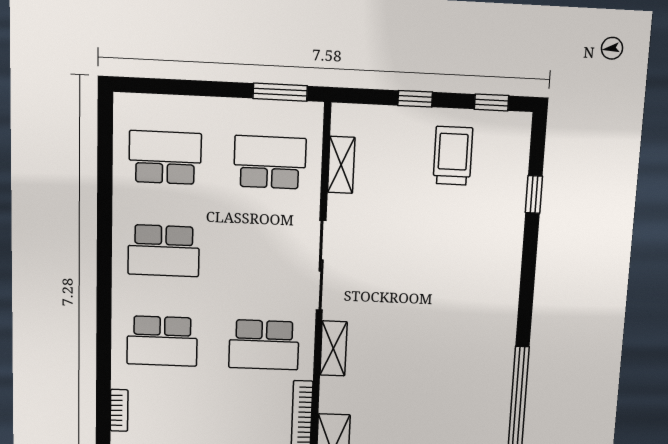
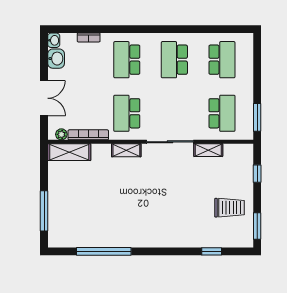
window: (415, 99) -> (257, 174), moved
window: (492, 102) -> (257, 226), width x1.50
shelving: (341, 165) -> (208, 150), moved

